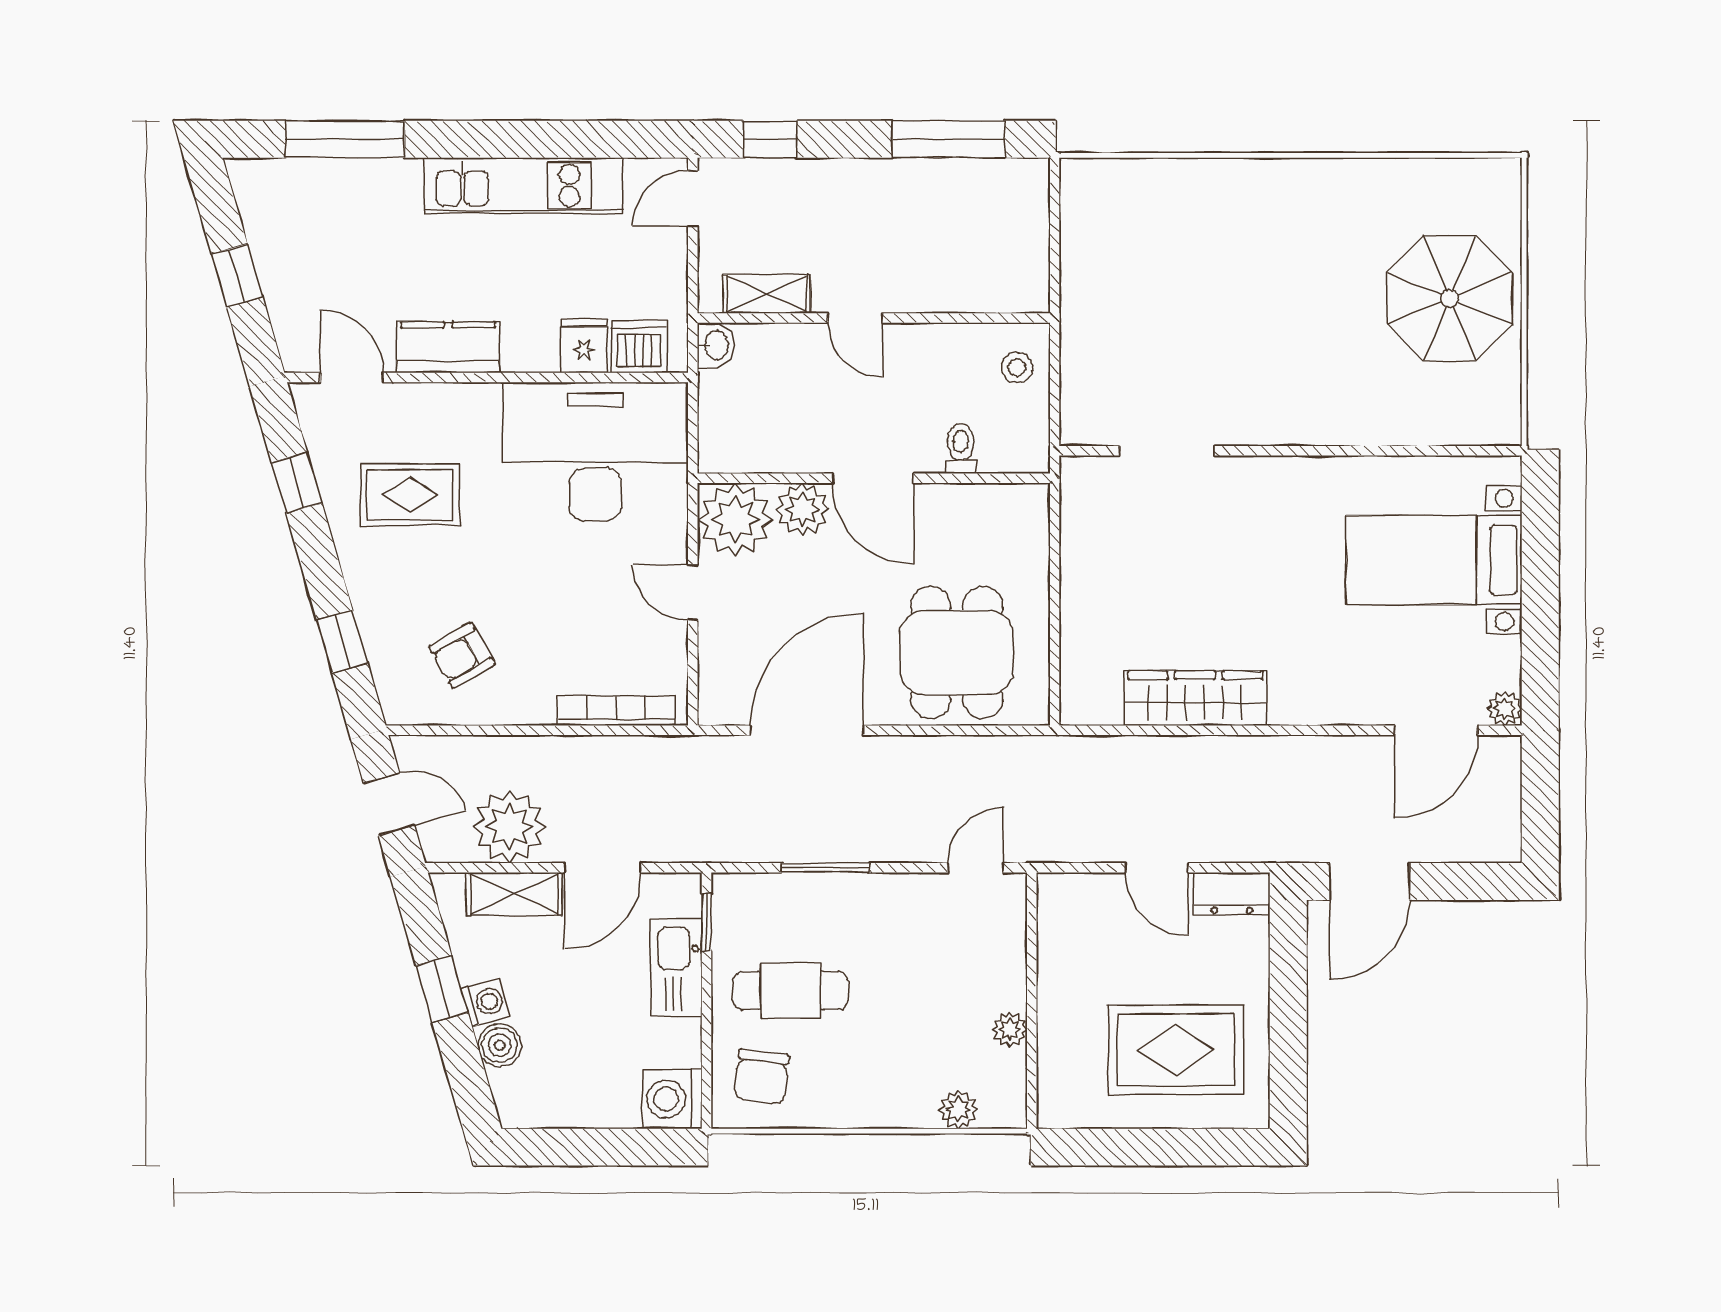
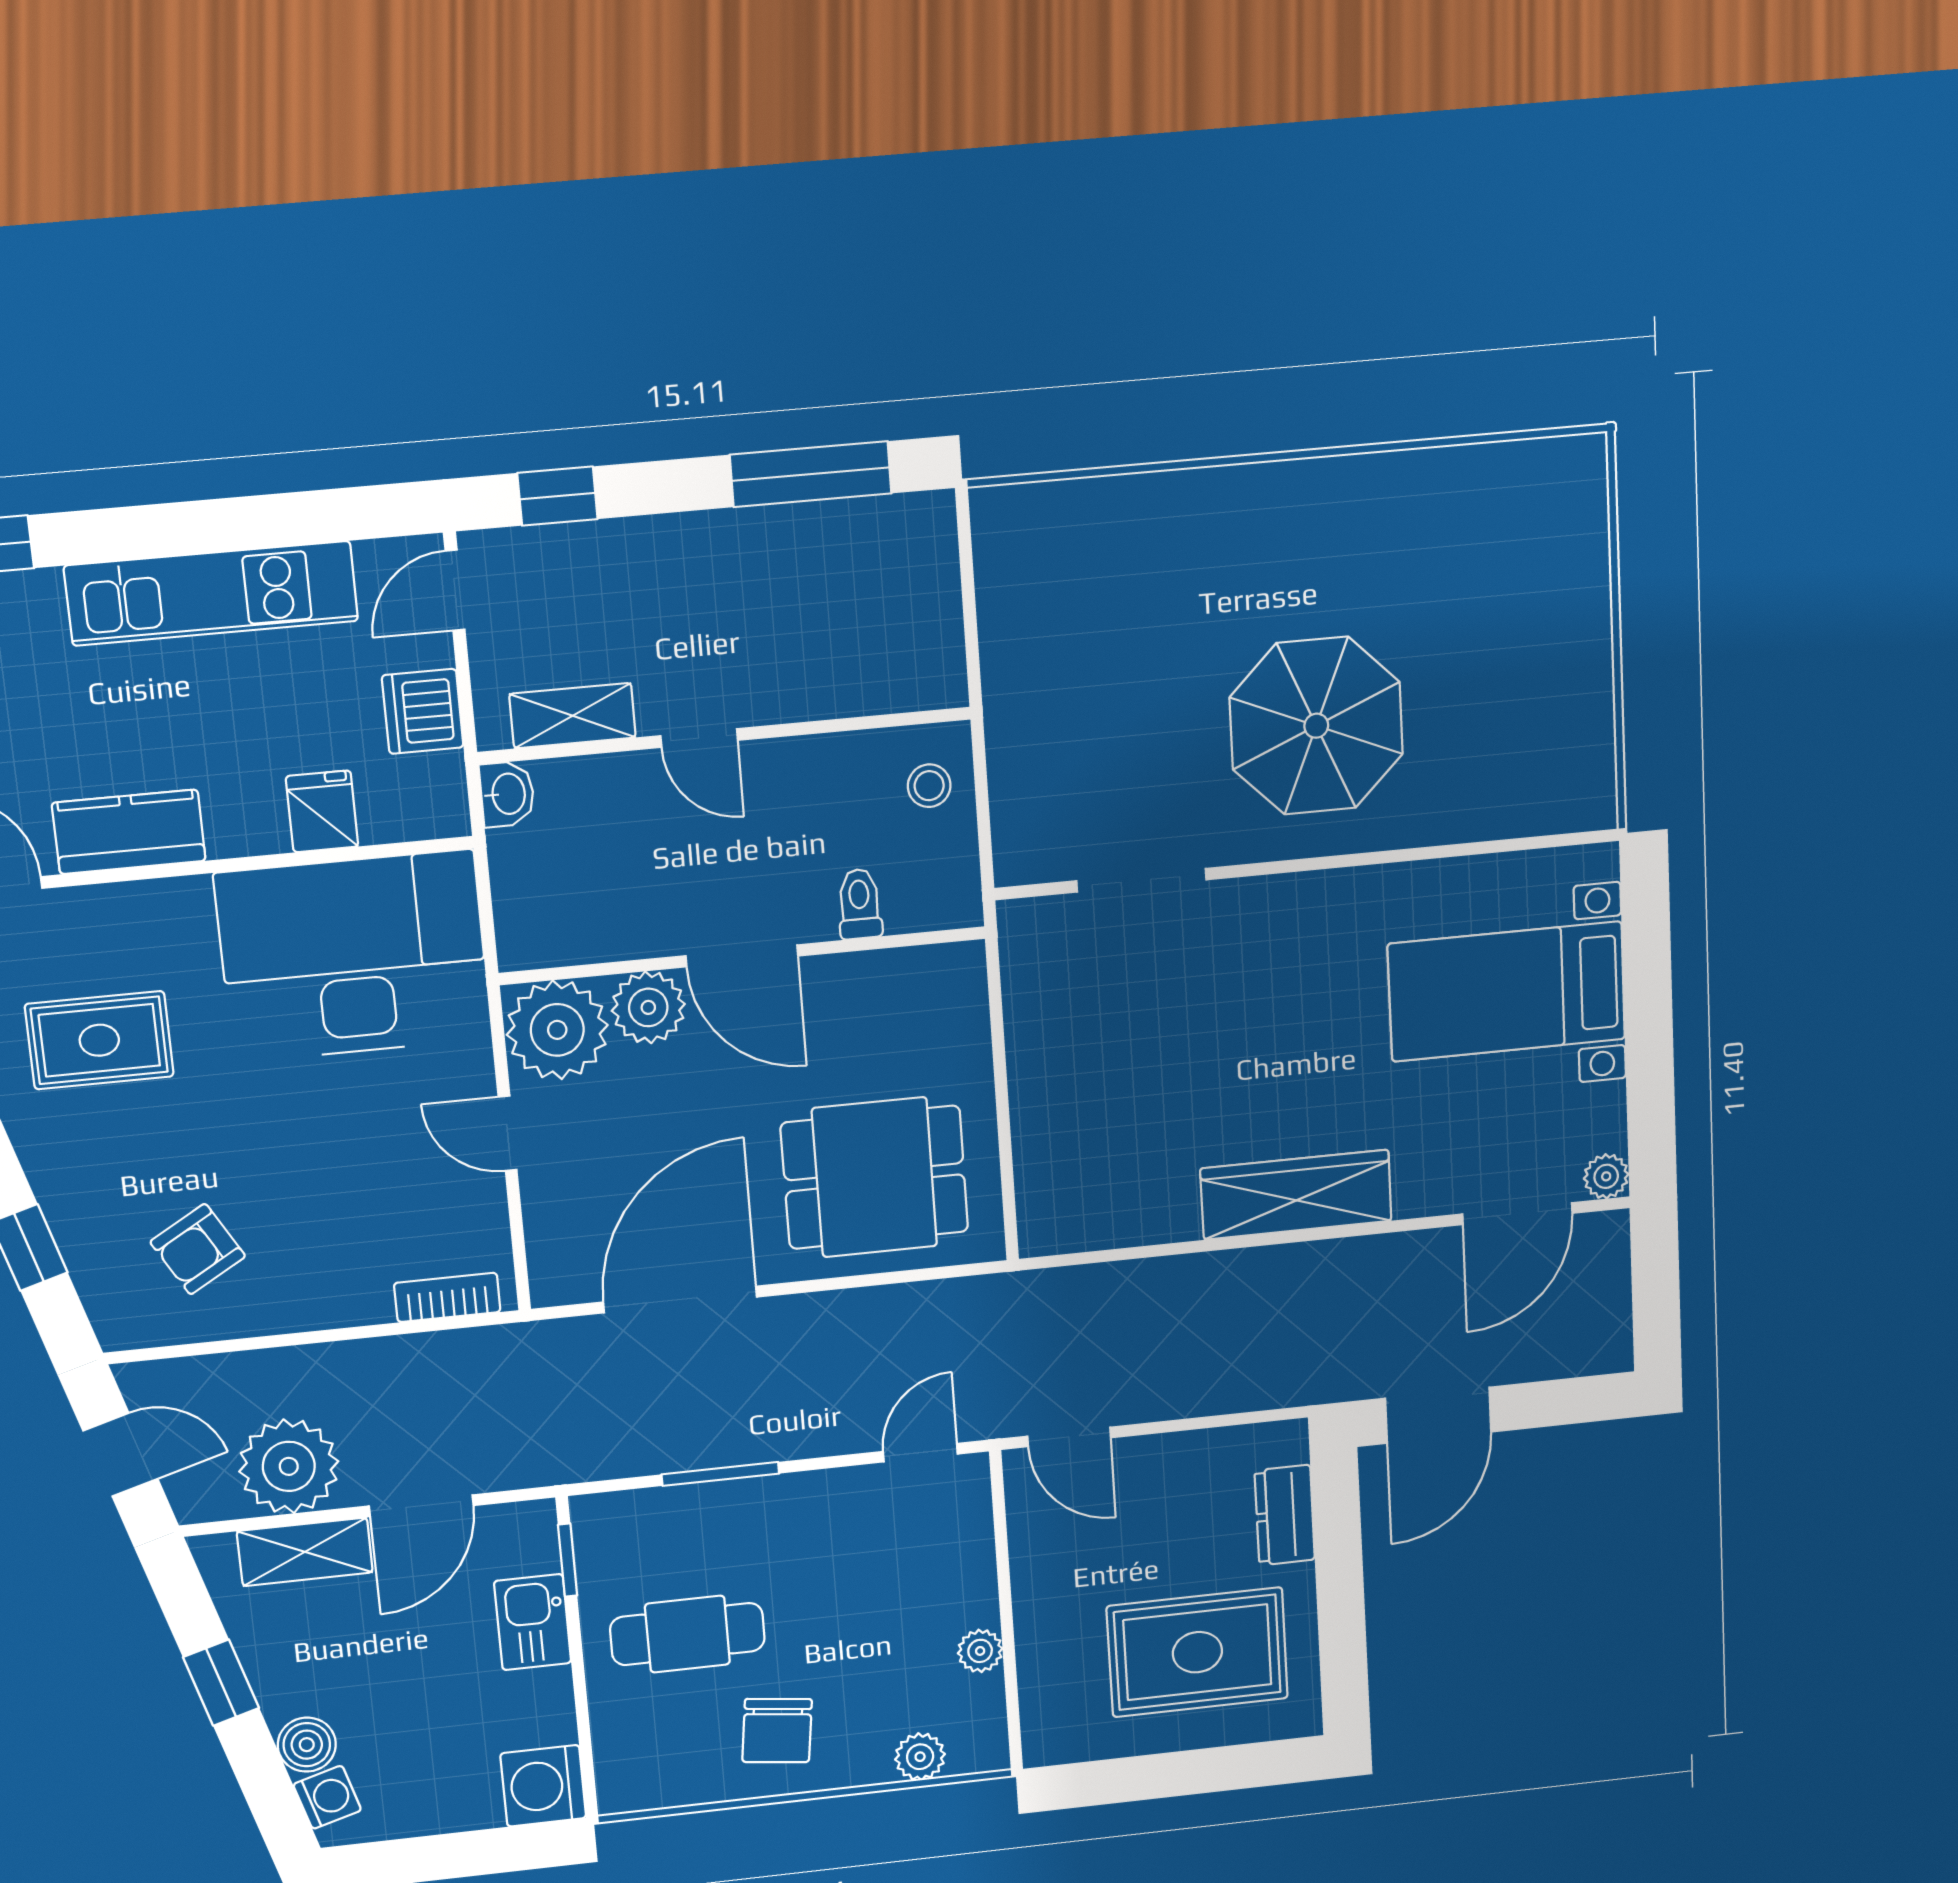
parasol: (1450, 299) -> (1316, 726), moved
dishwasher: (639, 347) -> (423, 711), moved, turned -90
dining table: (957, 653) -> (875, 1177), turned 90
wardrobe: (1195, 698) -> (1296, 1195), moved
bookcase: (616, 711) -> (447, 1297), width x0.64
door: (1157, 868) -> (1069, 1437), moved
dresser: (1232, 894) -> (1285, 1515), moved, turned 90
kitchen sink: (676, 968) -> (533, 1622), width x0.73
washing machine: (486, 1002) -> (327, 1797), moved
chair: (761, 1077) -> (777, 1731), moved

